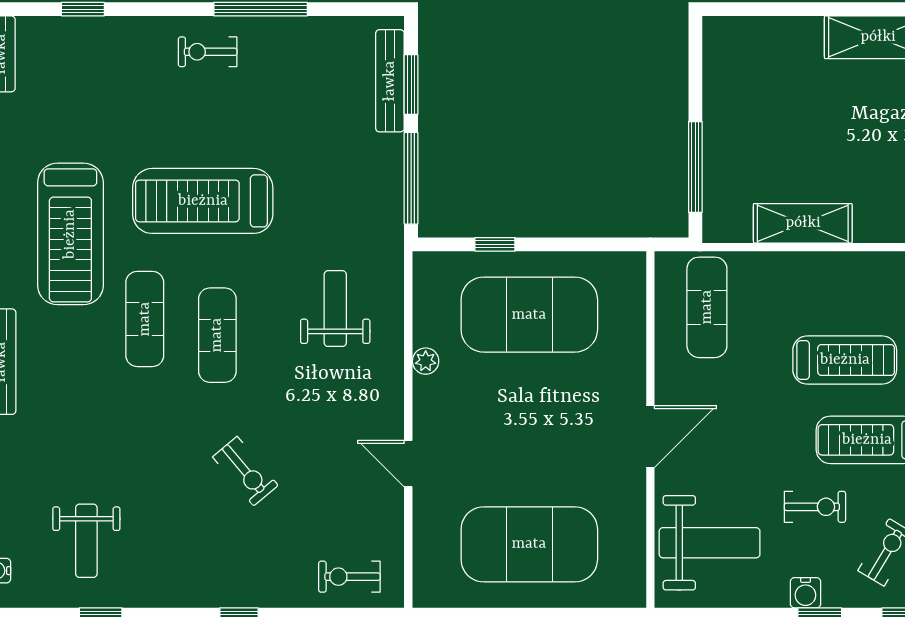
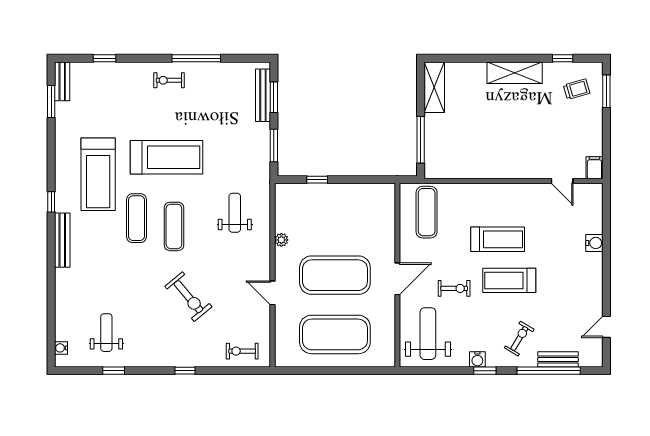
window: (411, 178) -> (274, 145), width x0.69
treadmill: (203, 201) -> (166, 157), turned 180
shelving: (803, 223) -> (434, 87), moved, turned 90
exercise mat: (529, 315) -> (335, 275), moved
exercise bike: (245, 471) -> (188, 297), width x1.38, depth x1.39
exercise bike: (815, 507) -> (454, 288), moved
weight bench: (86, 541) -> (106, 333), turned 180
weight bench: (710, 543) -> (428, 334), turned -90

